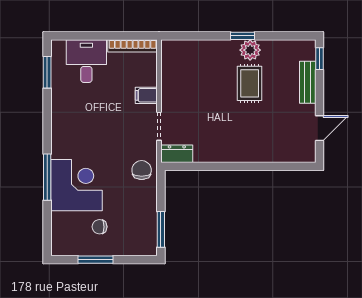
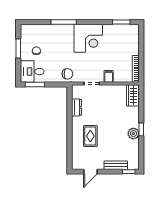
wardrobe: (181, 51) -> (133, 95), added
desk: (86, 61) -> (32, 72), moved, turned 180
rug: (250, 83) -> (90, 136), moved, turned 90
door: (320, 128) -> (91, 172), hinge flipped
dresser: (177, 154) -> (76, 107), moved
corner desk: (77, 185) -> (88, 38), moved

